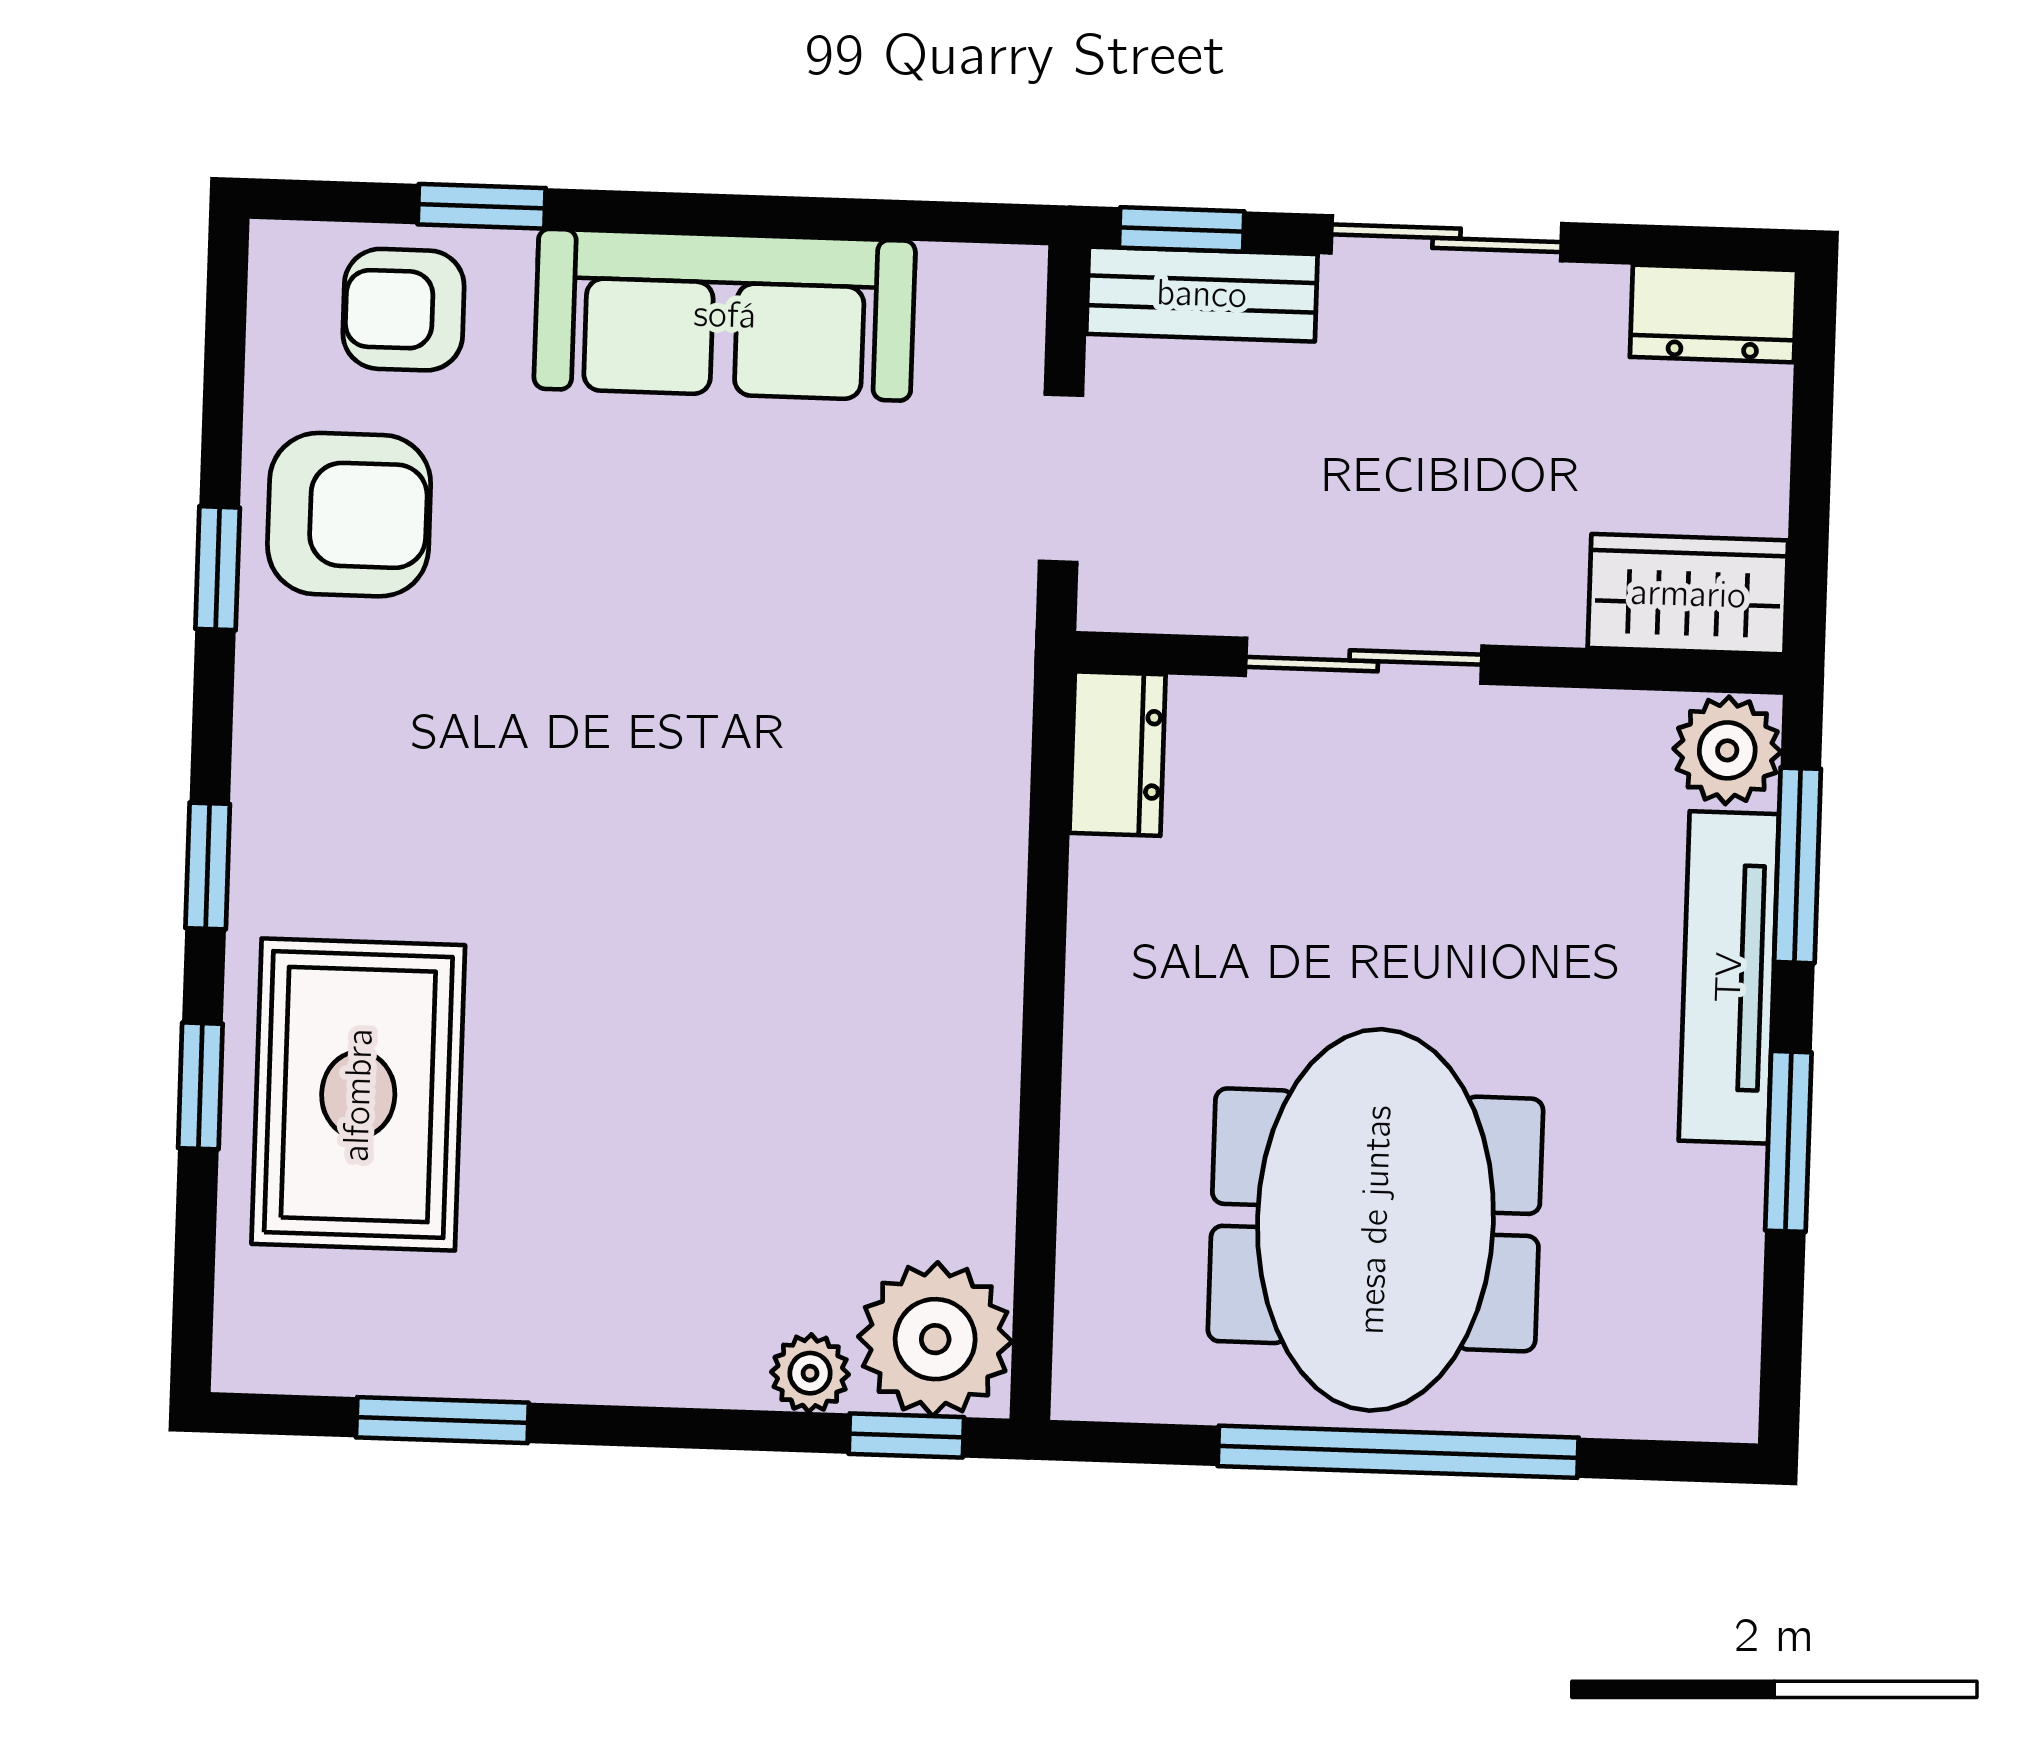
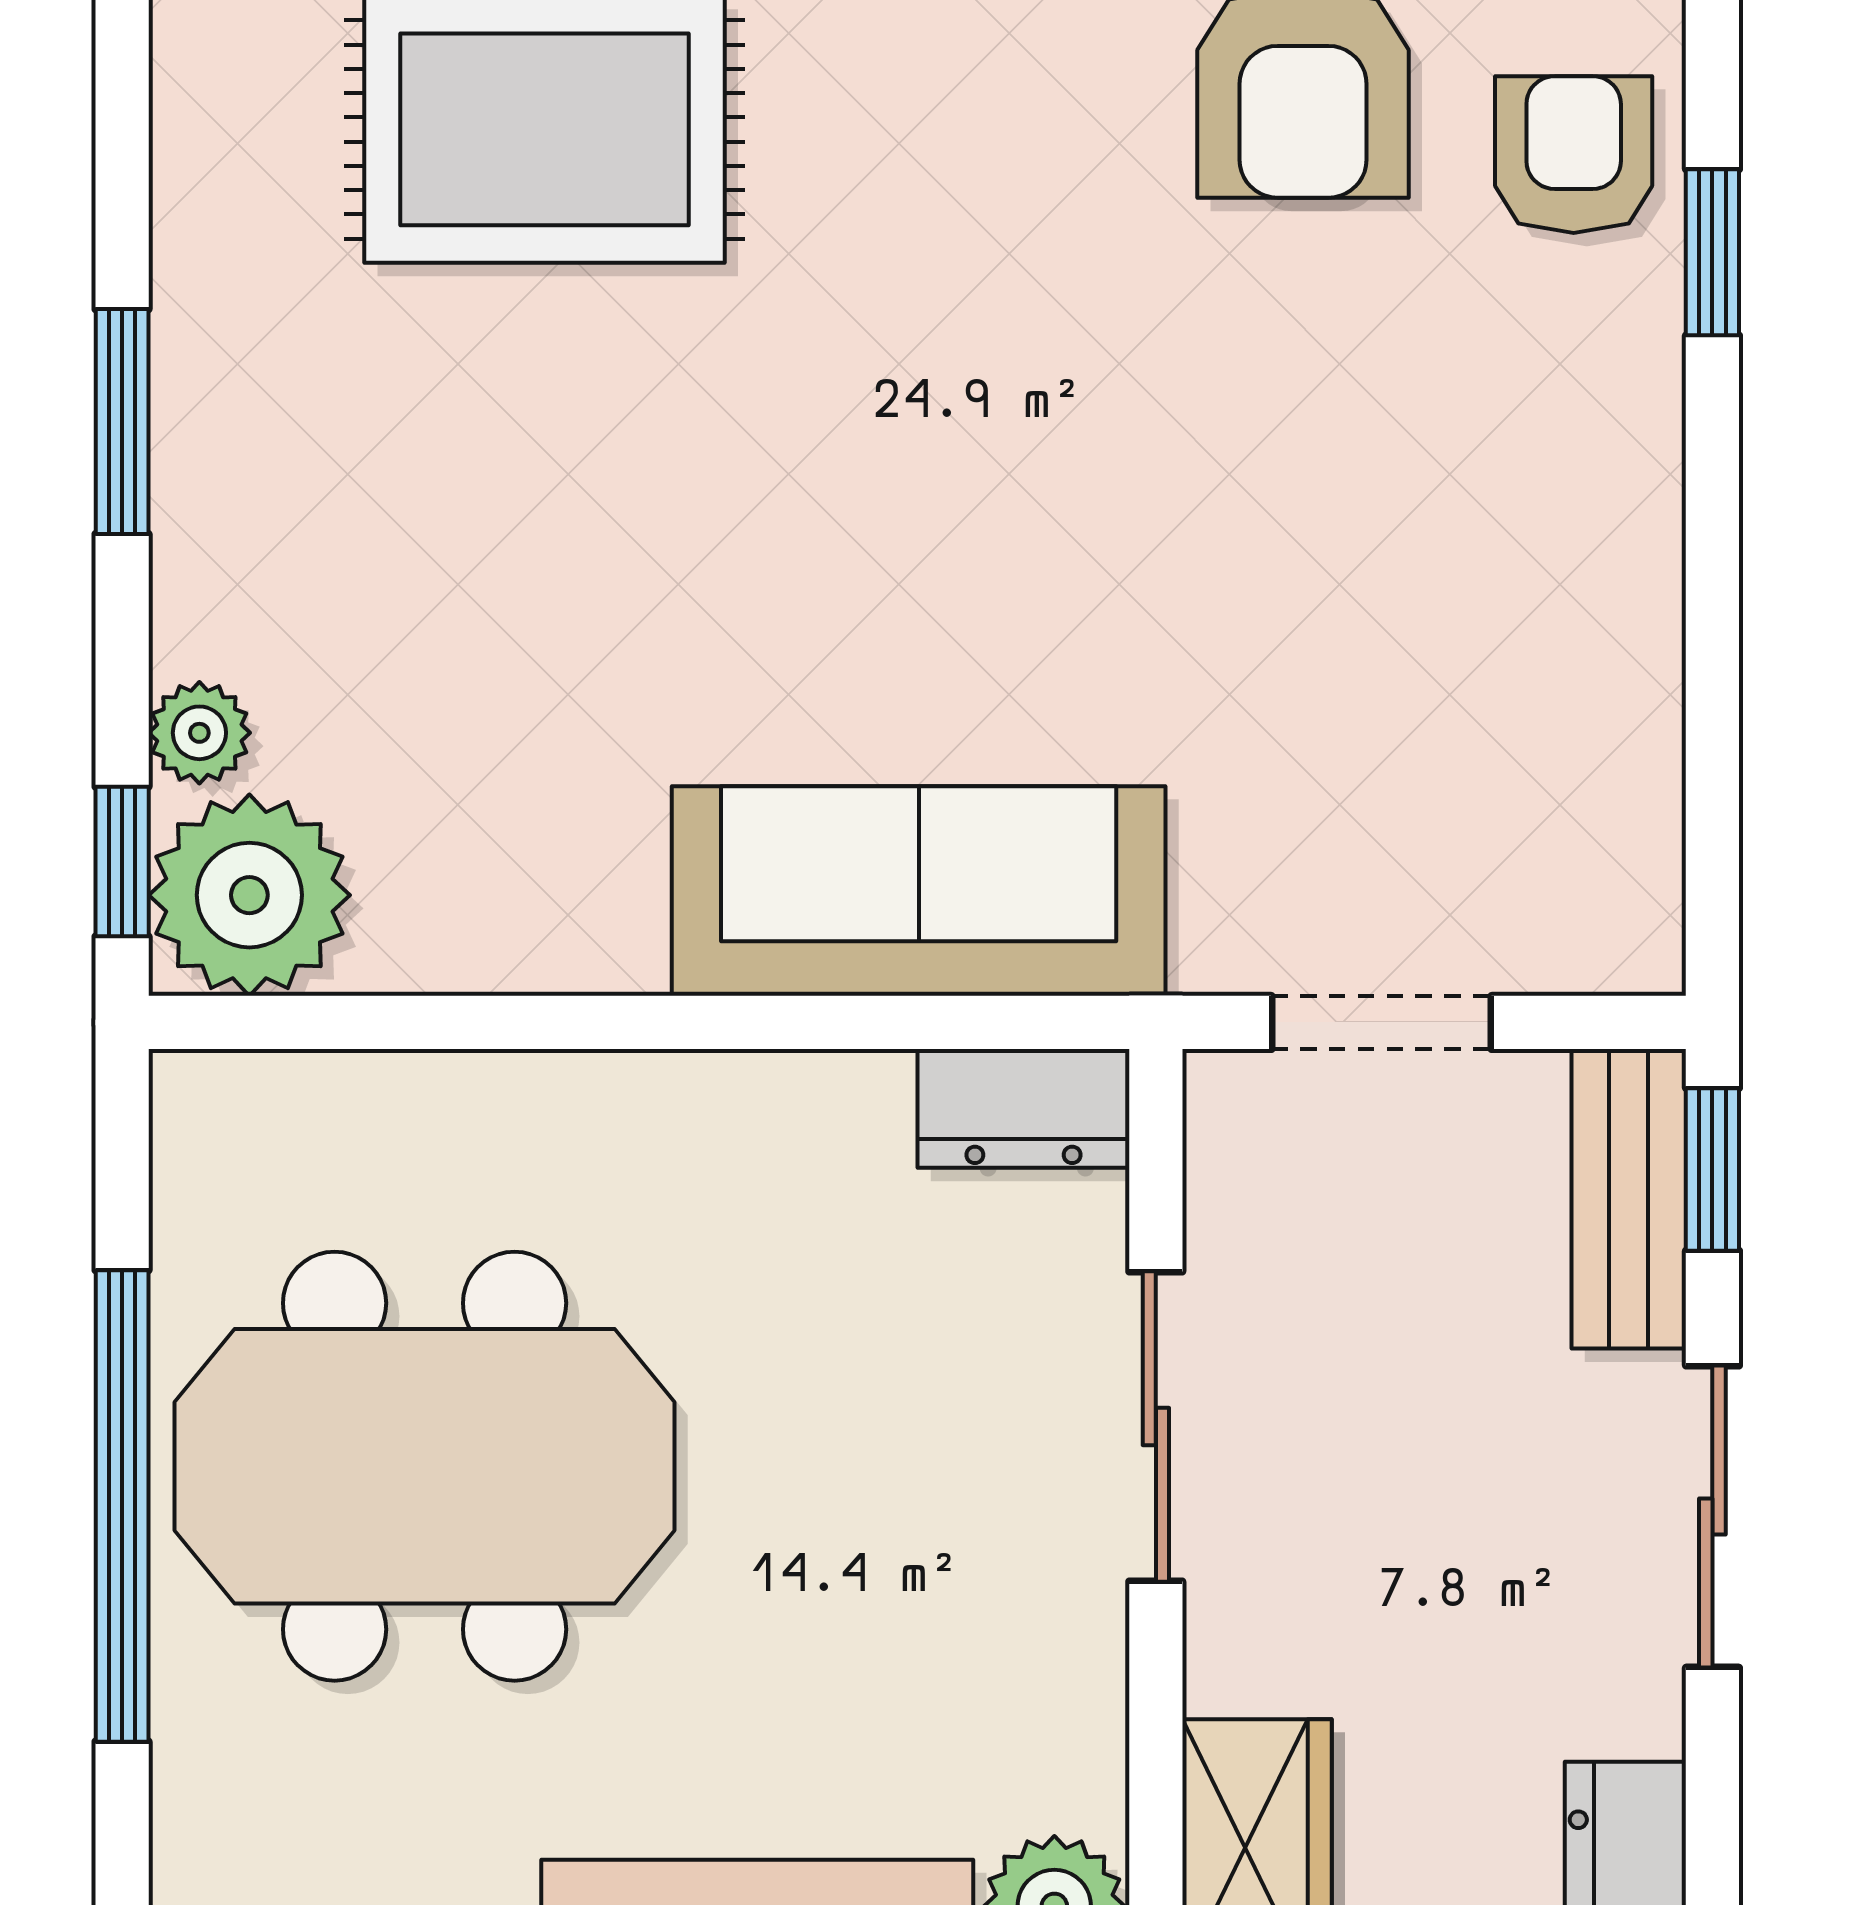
sofa: (725, 315) -> (919, 891), moved, turned 90
window: (442, 1420) -> (122, 422), moved

